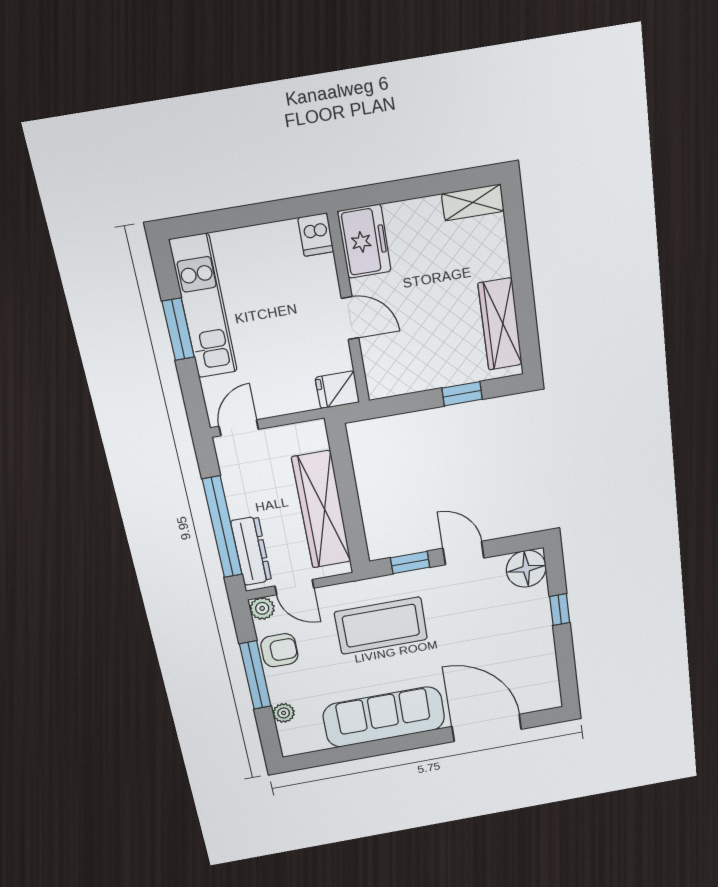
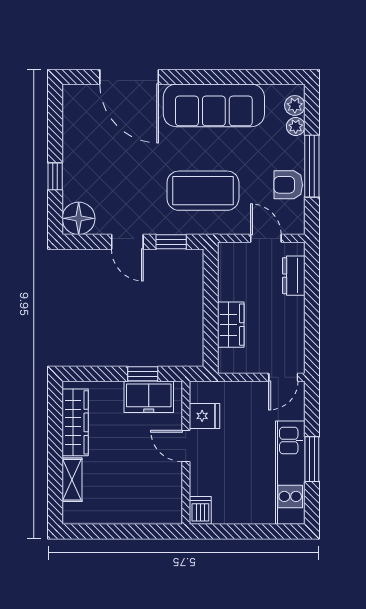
shelving: (473, 202) -> (72, 480), moved, turned 90
freezer: (364, 241) -> (149, 397), moved, turned -90
fridge: (337, 390) -> (204, 416), moved
window: (462, 394) -> (143, 374), moved
wardrobe: (322, 510) -> (231, 325), width x0.48, depth x0.85
window: (222, 527) -> (312, 300), removed
dresser: (251, 551) -> (294, 276), width x0.70
plant: (262, 608) -> (295, 105), moved

